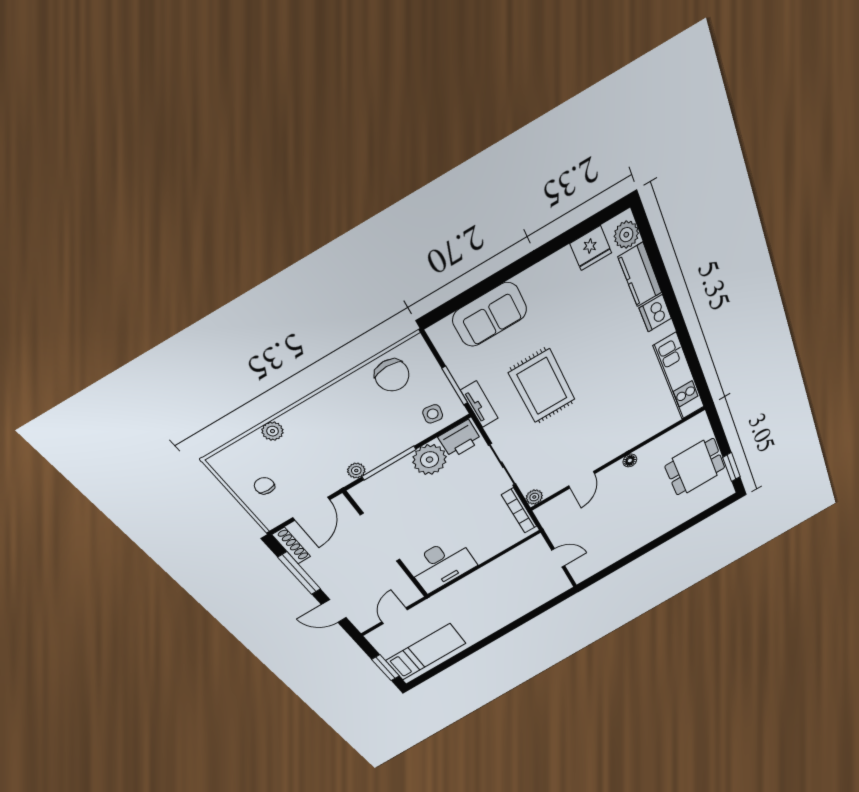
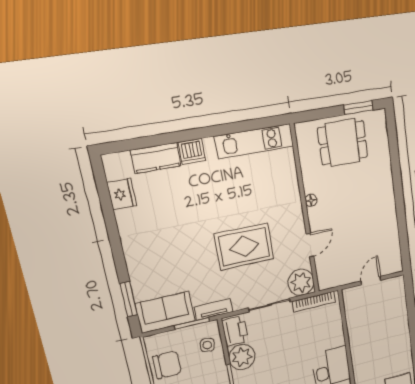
plant: (626, 235) -> (120, 163), removed
window: (464, 299) -> (129, 299), added
sofa: (490, 315) -> (165, 312), moved, turned -90
rug: (542, 386) -> (244, 247), moved
dining table: (695, 467) -> (343, 143), turned 90
door: (582, 480) -> (310, 245), hinge flipped
plant: (534, 497) -> (301, 282), width x1.87, depth x1.87

